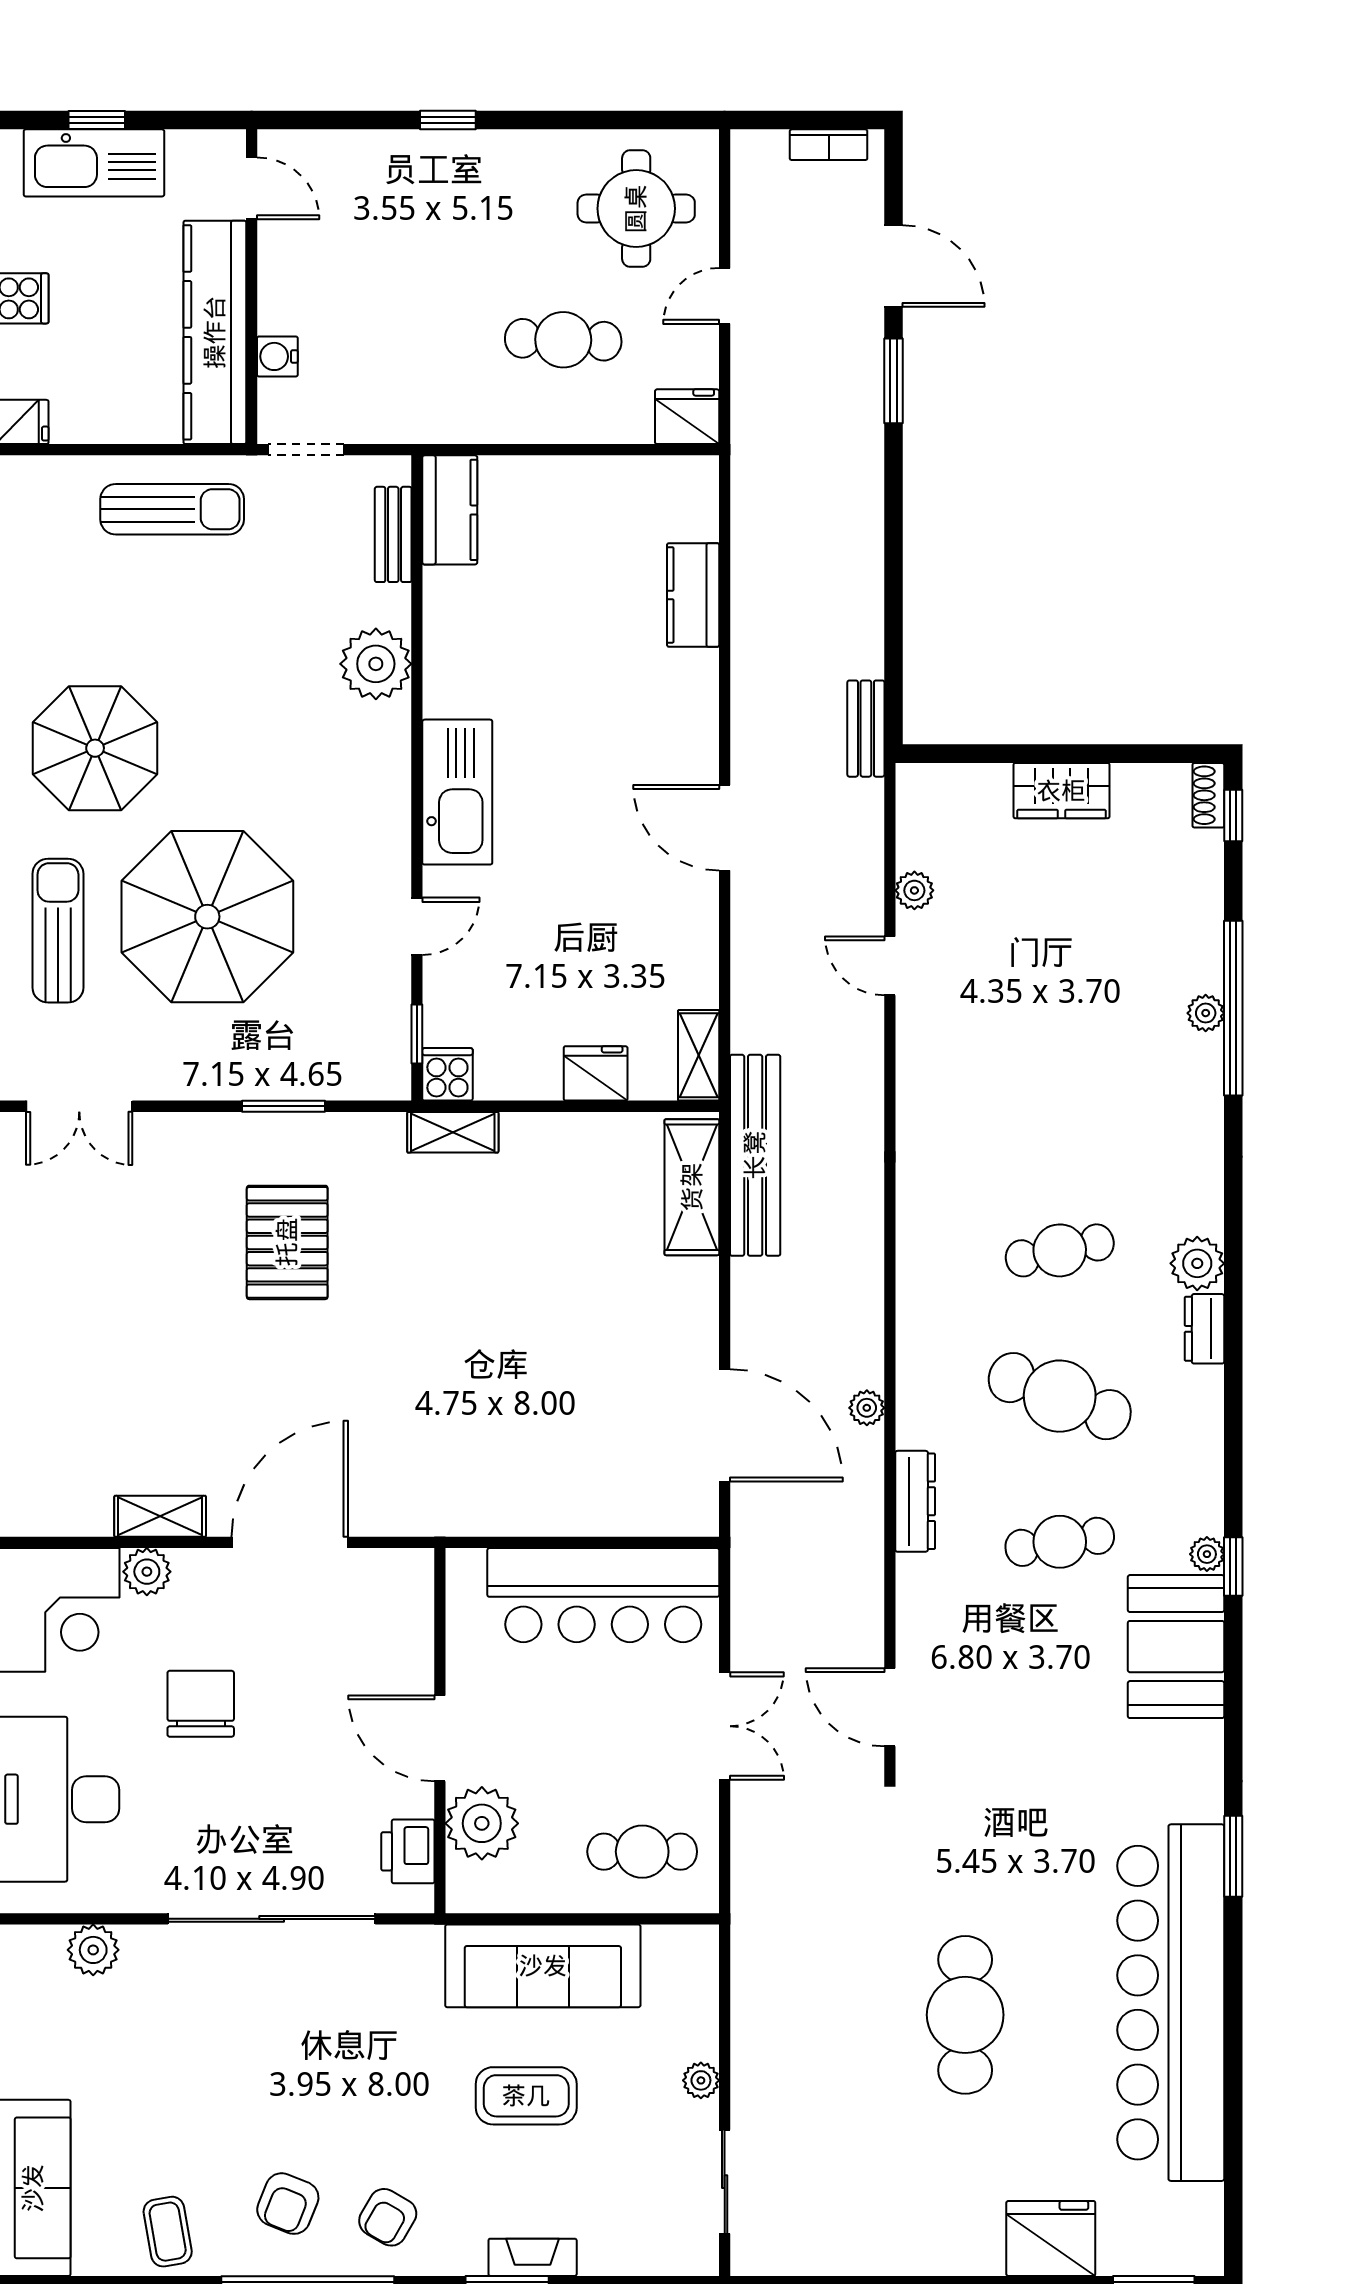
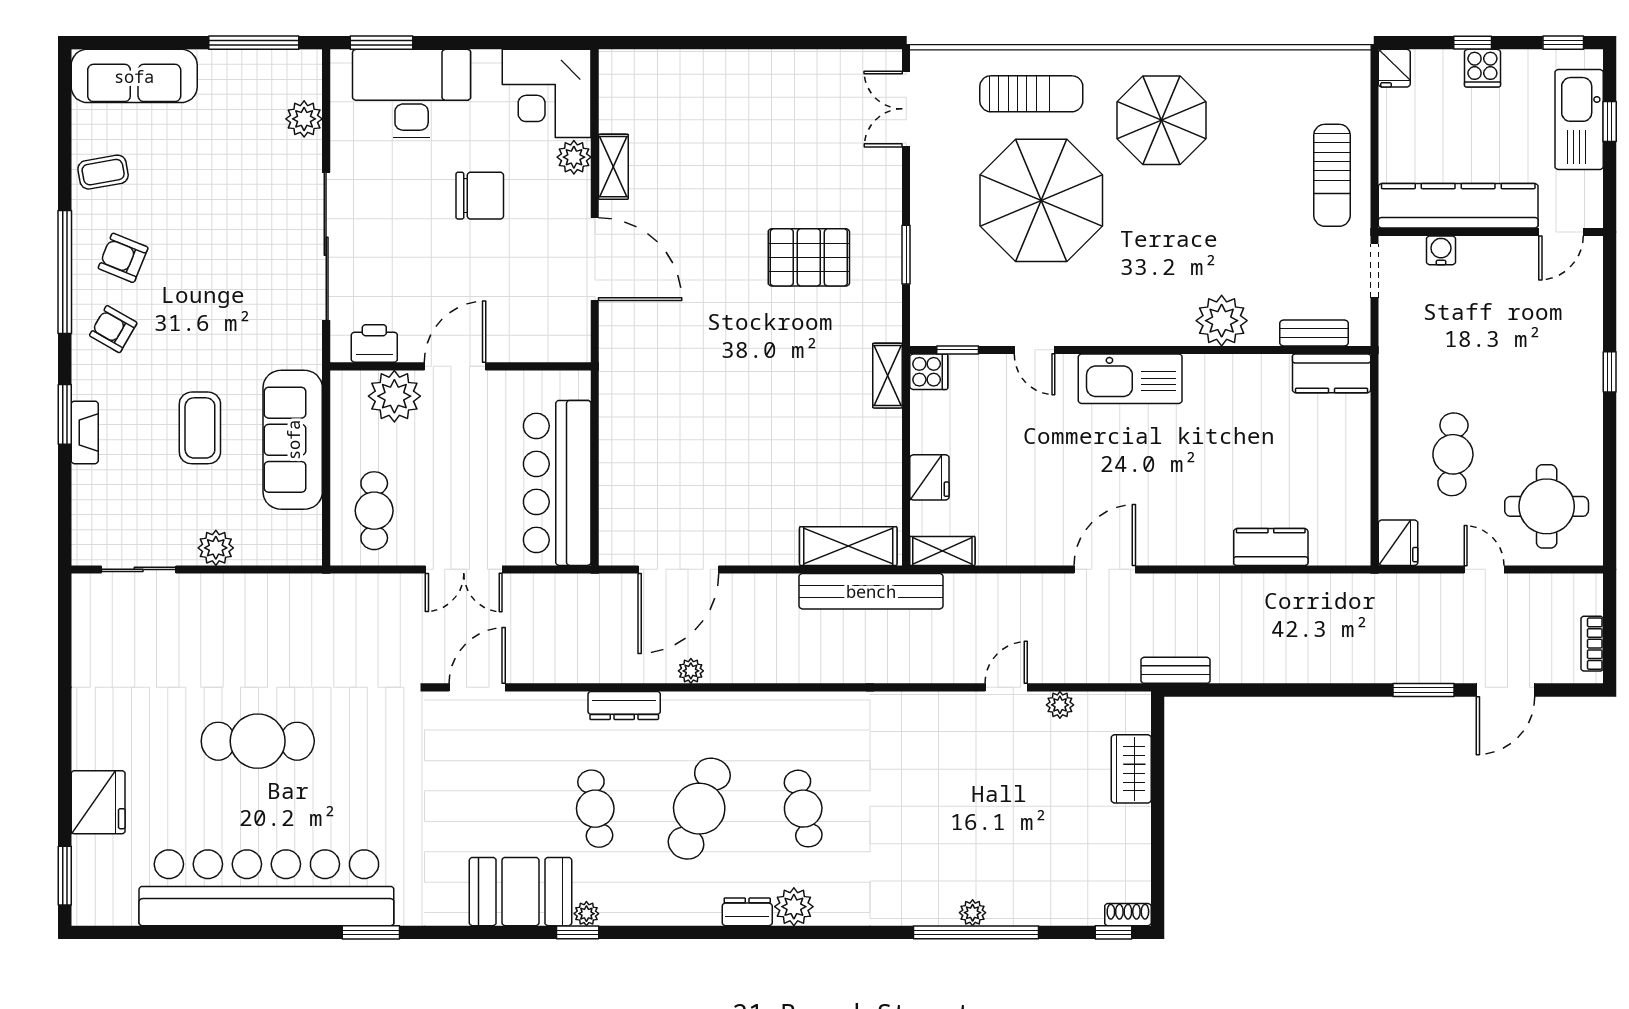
wardrobe: (1061, 791) -> (1131, 769), moved
plant: (701, 2080) -> (216, 548), width x1.38, depth x1.38

